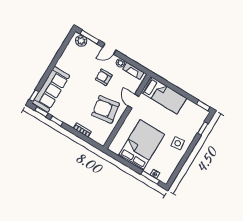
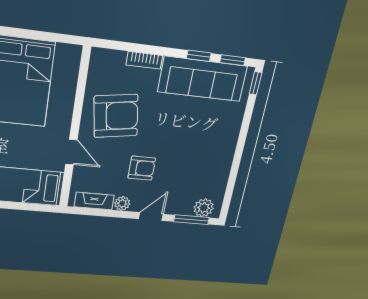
sofa: (51, 89) -> (203, 79), moved, turned -90

